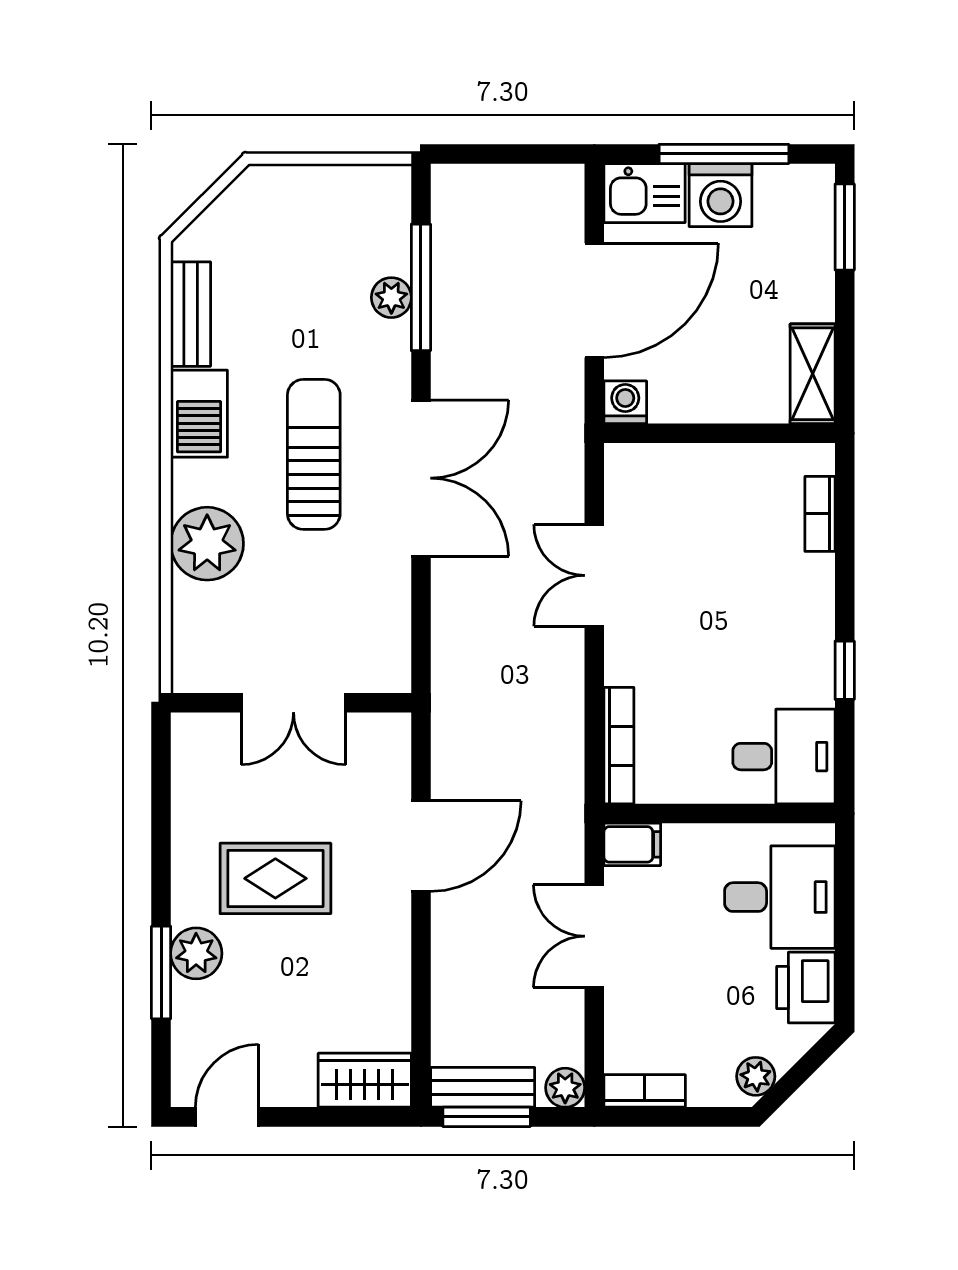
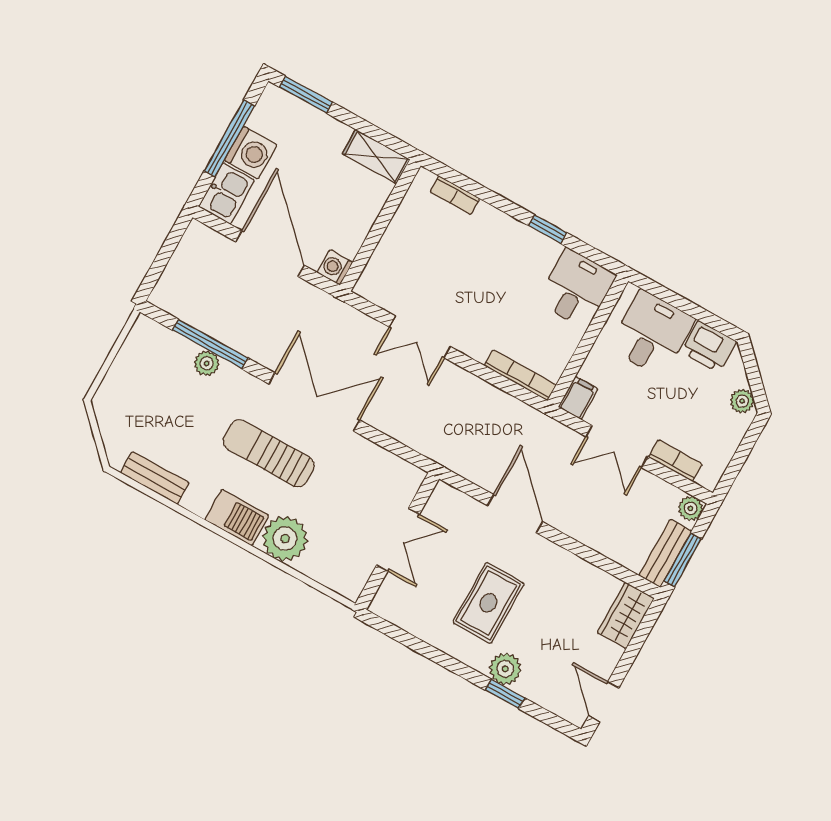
barbecue: (199, 414) -> (237, 518), moved
window: (161, 973) -> (505, 694), width x0.67
bookcase: (645, 1091) -> (675, 461), moved, turned 90

